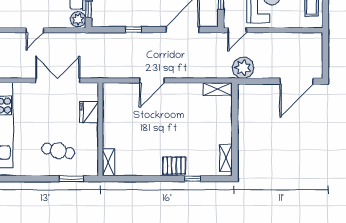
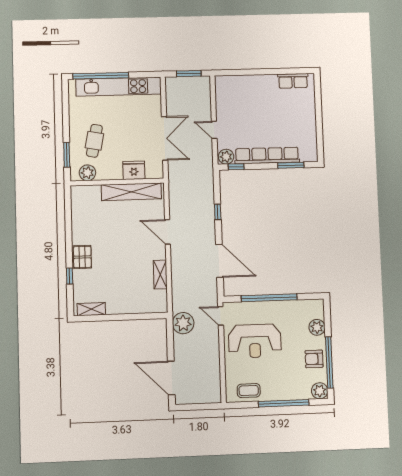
door: (35, 30) -> (214, 130), moved
shelving: (218, 89) -> (160, 275), moved
plant: (90, 159) -> (87, 173), added
shelving: (109, 162) -> (131, 192), moved, width x2.20, depth x1.33

